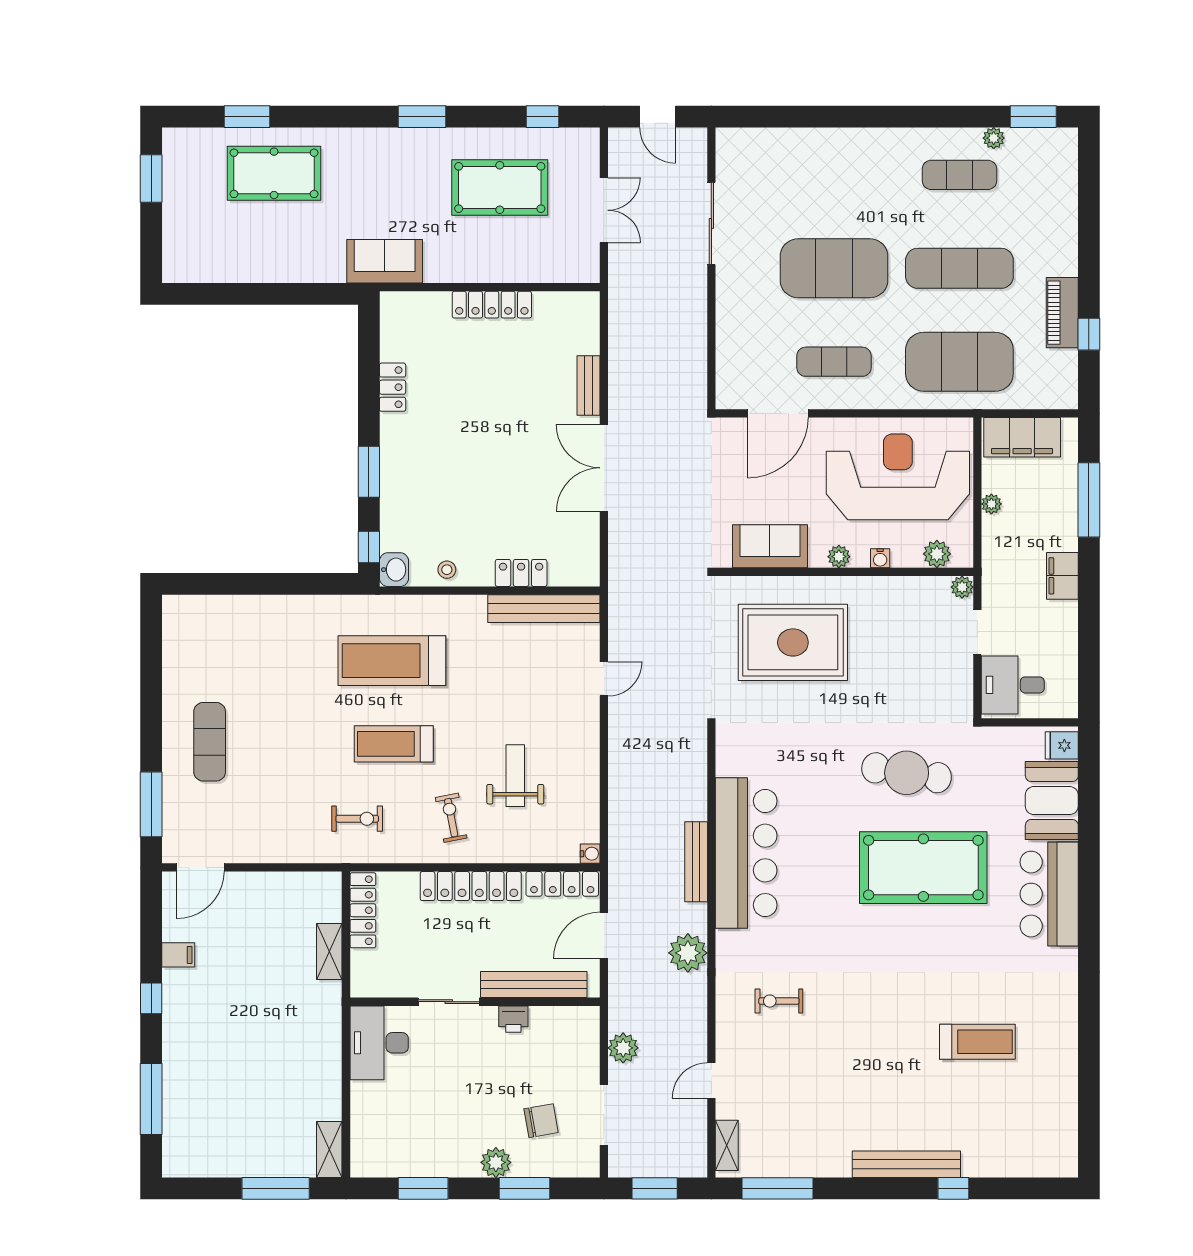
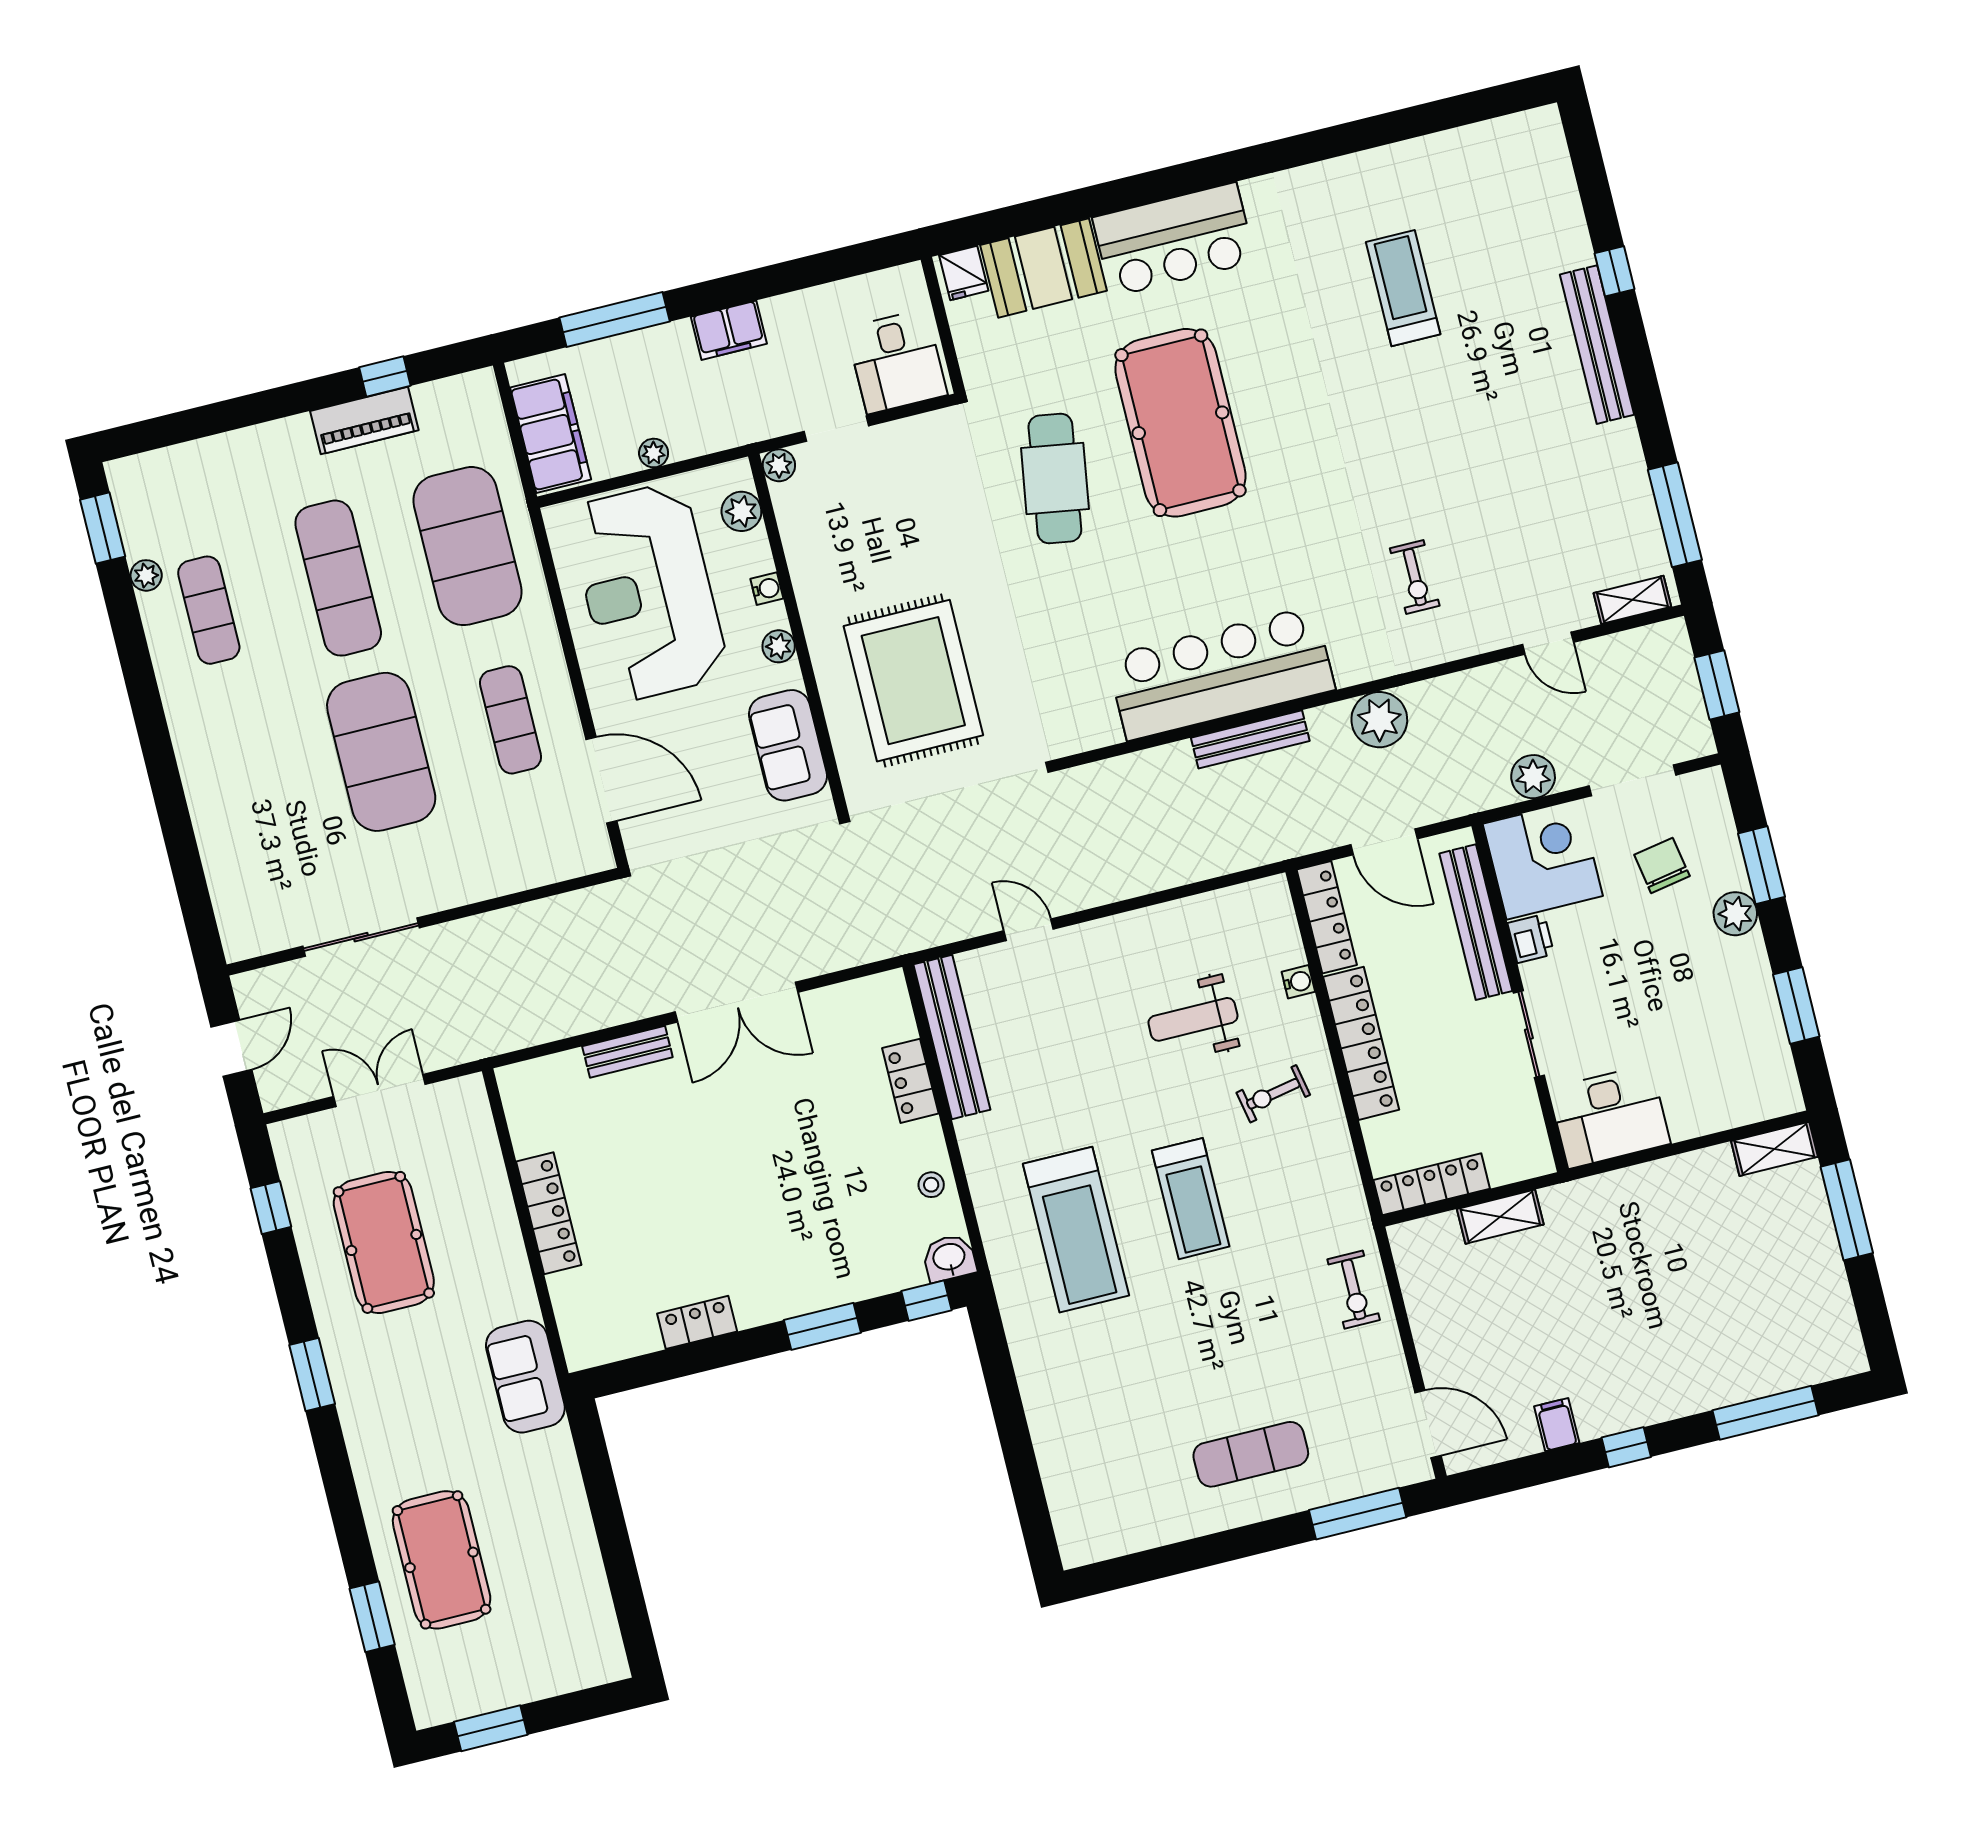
exercise bike: (357, 819) -> (1354, 1290), moved, turned 180
water cooler: (590, 854) -> (1298, 982), moved, turned 90
corner desk: (565, 1041) -> (1543, 860), added

